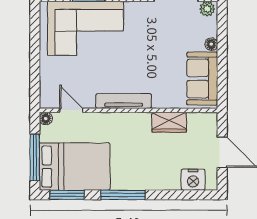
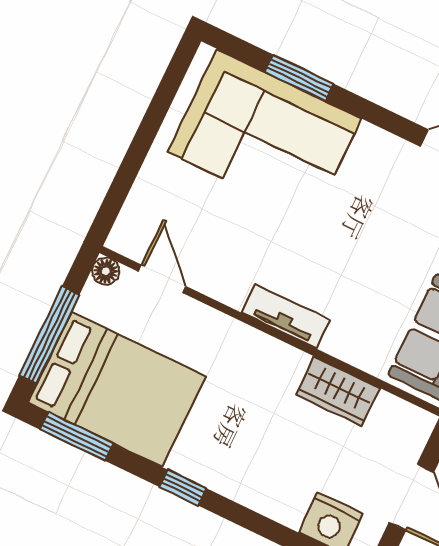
tv unit: (124, 101) -> (286, 316), width x0.71
window: (123, 195) -> (183, 488), width x0.46

